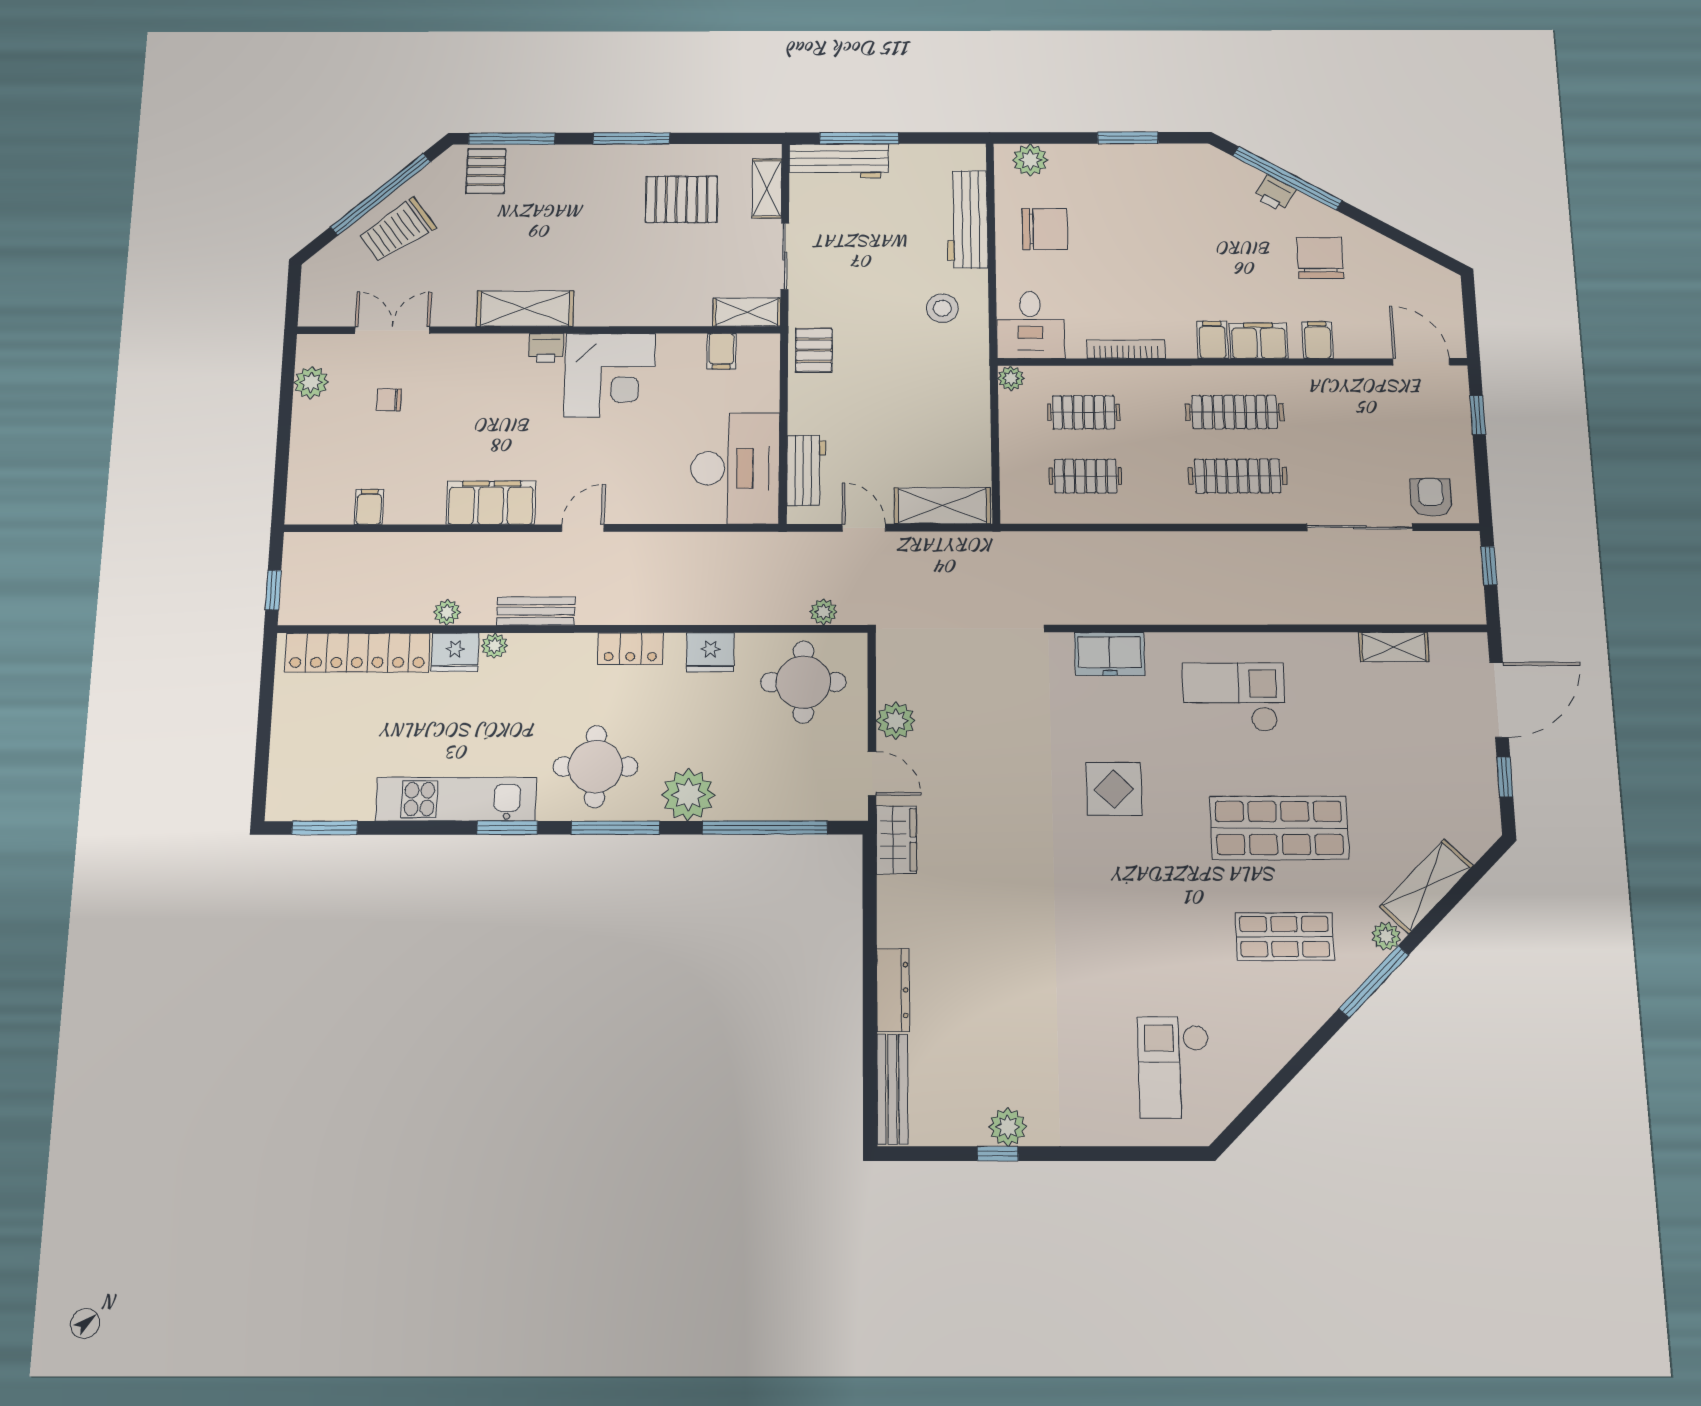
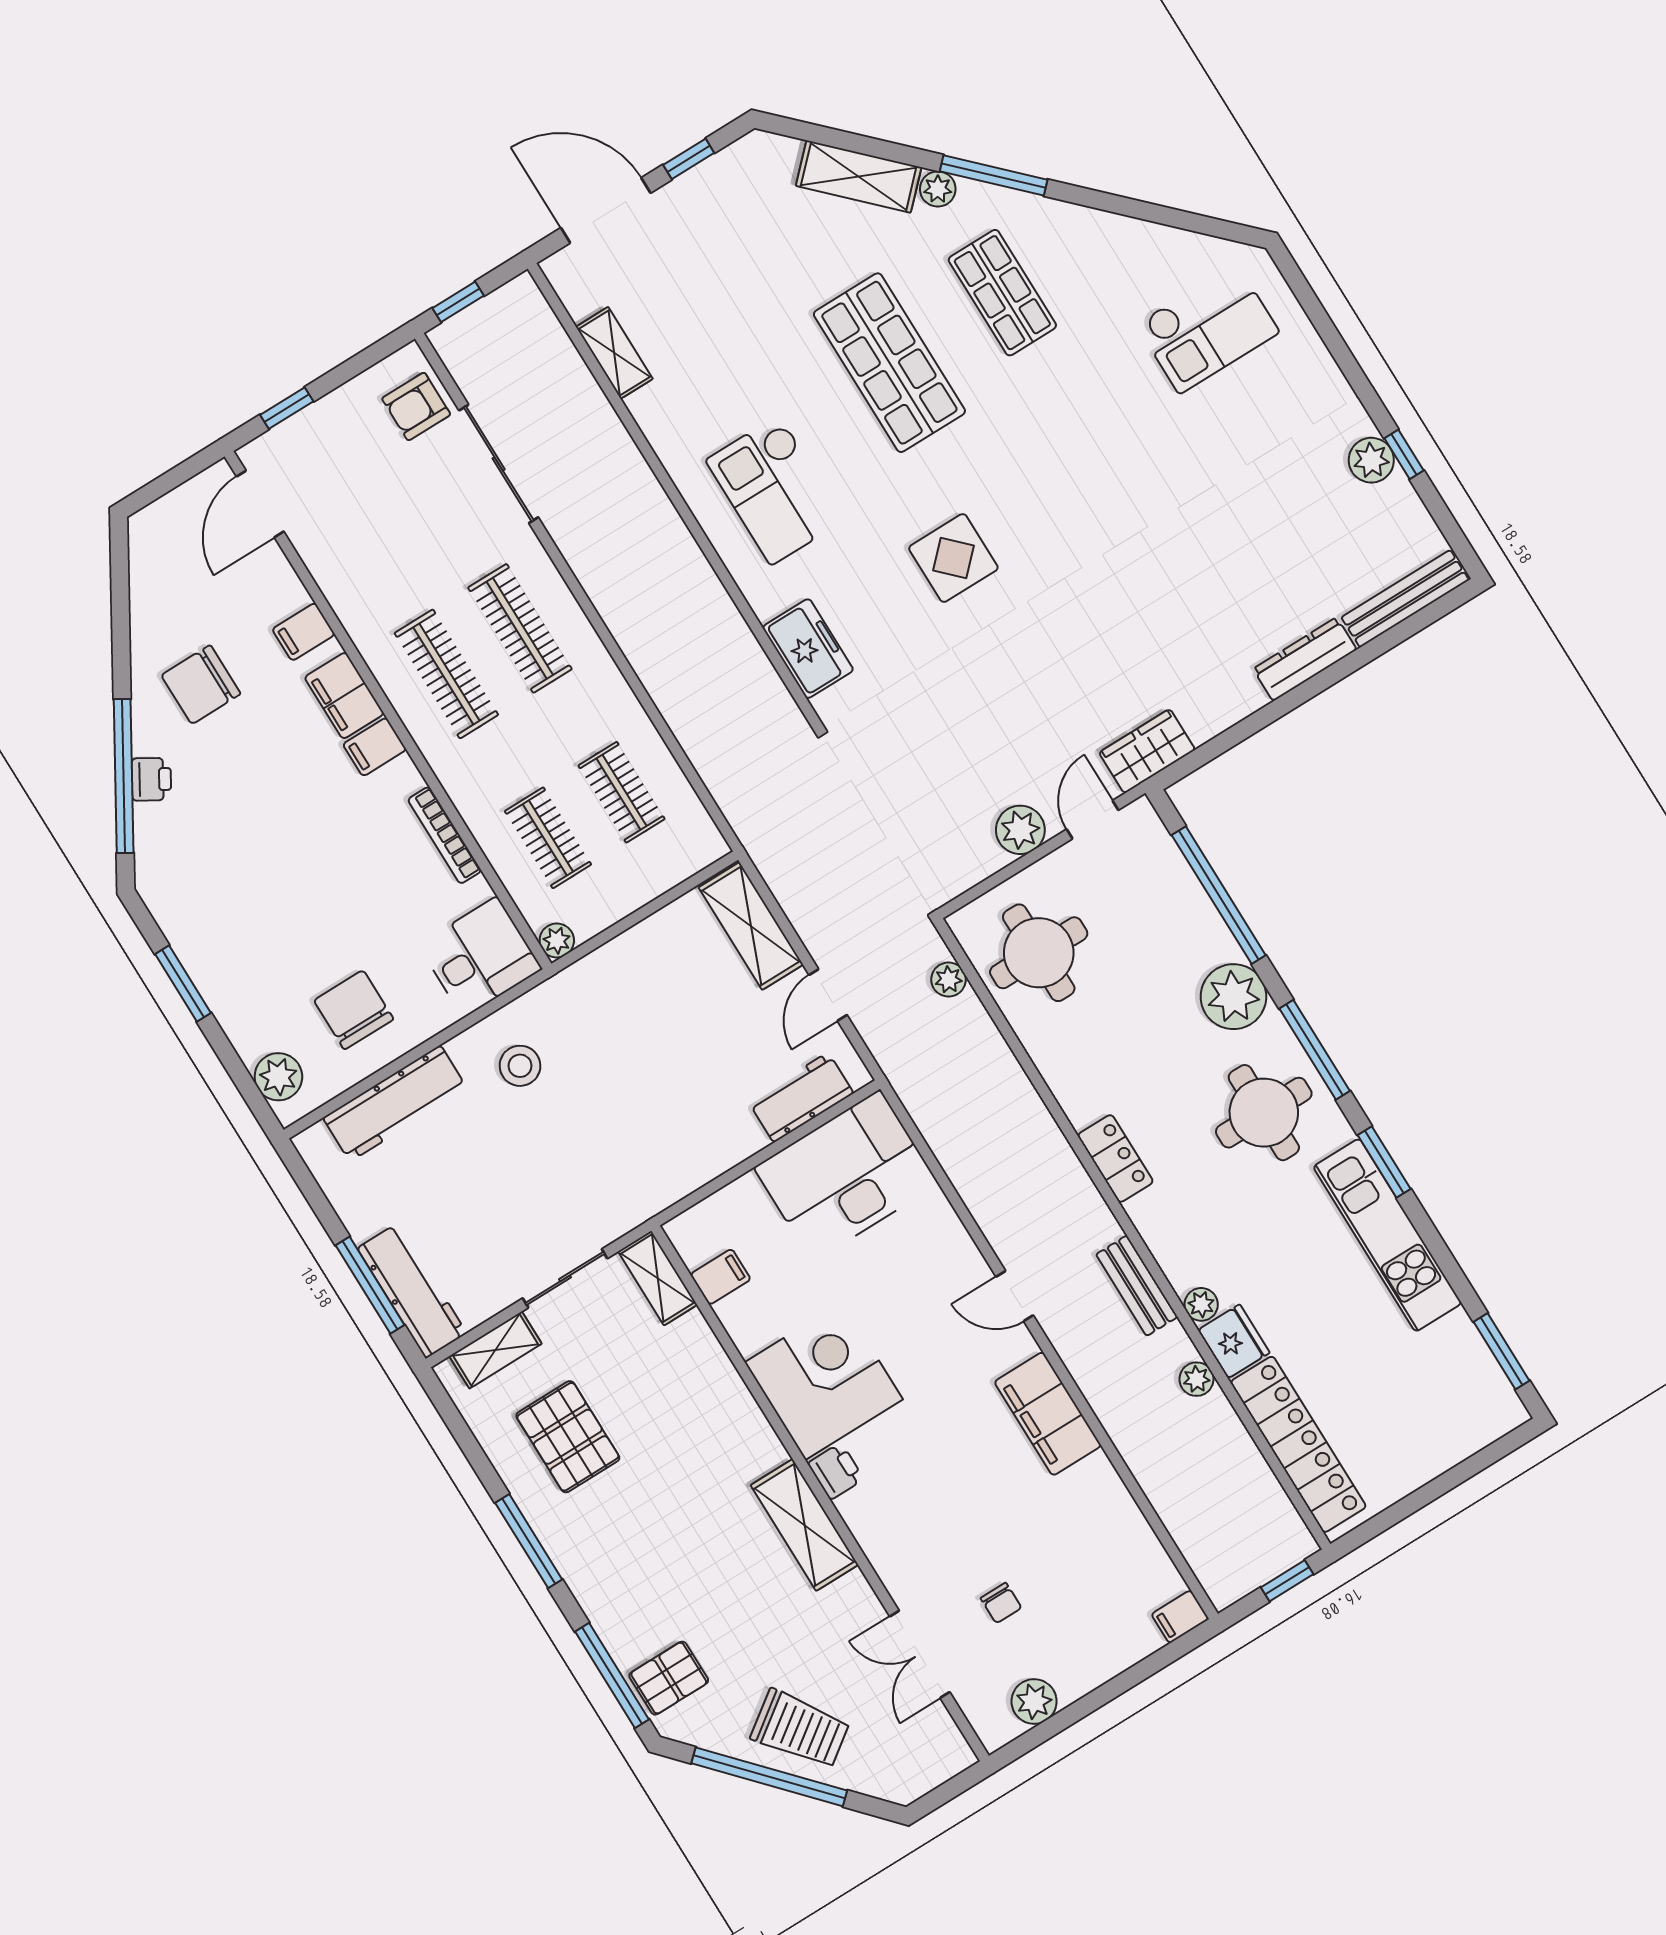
pallet: (814, 350) -> (657, 1176), removed
filing cabinet: (369, 507) -> (1180, 1617), moved
fridge: (710, 652) -> (1067, 1072), removed

